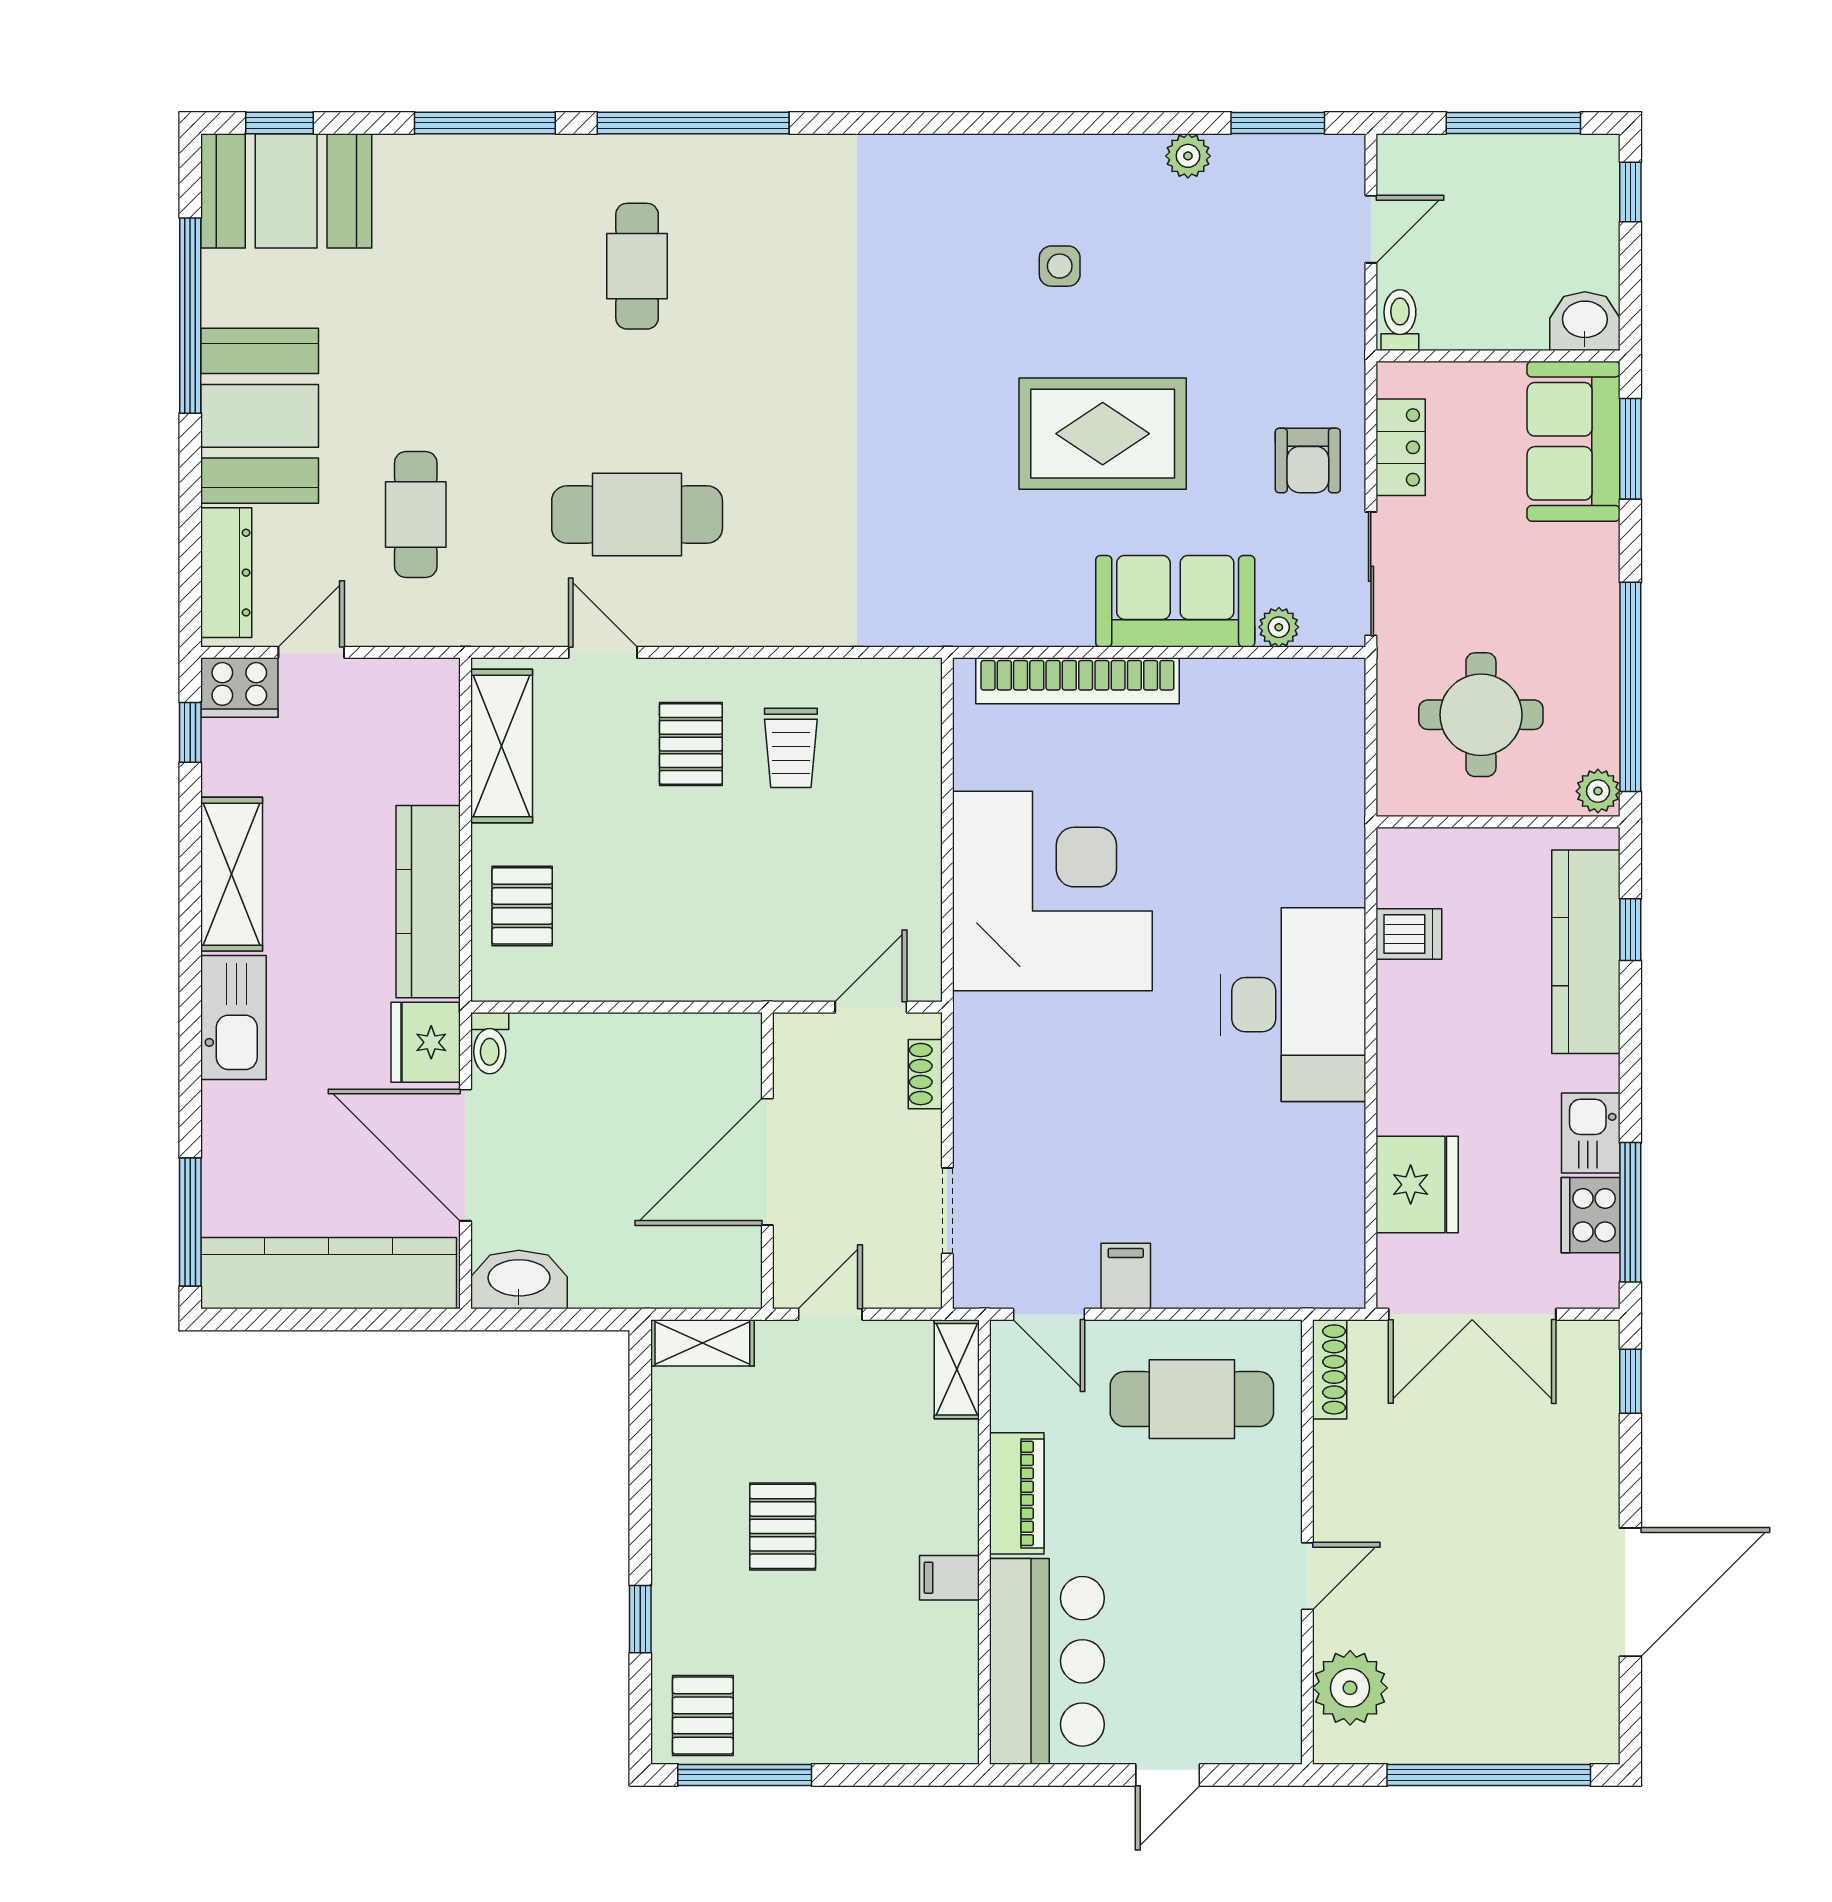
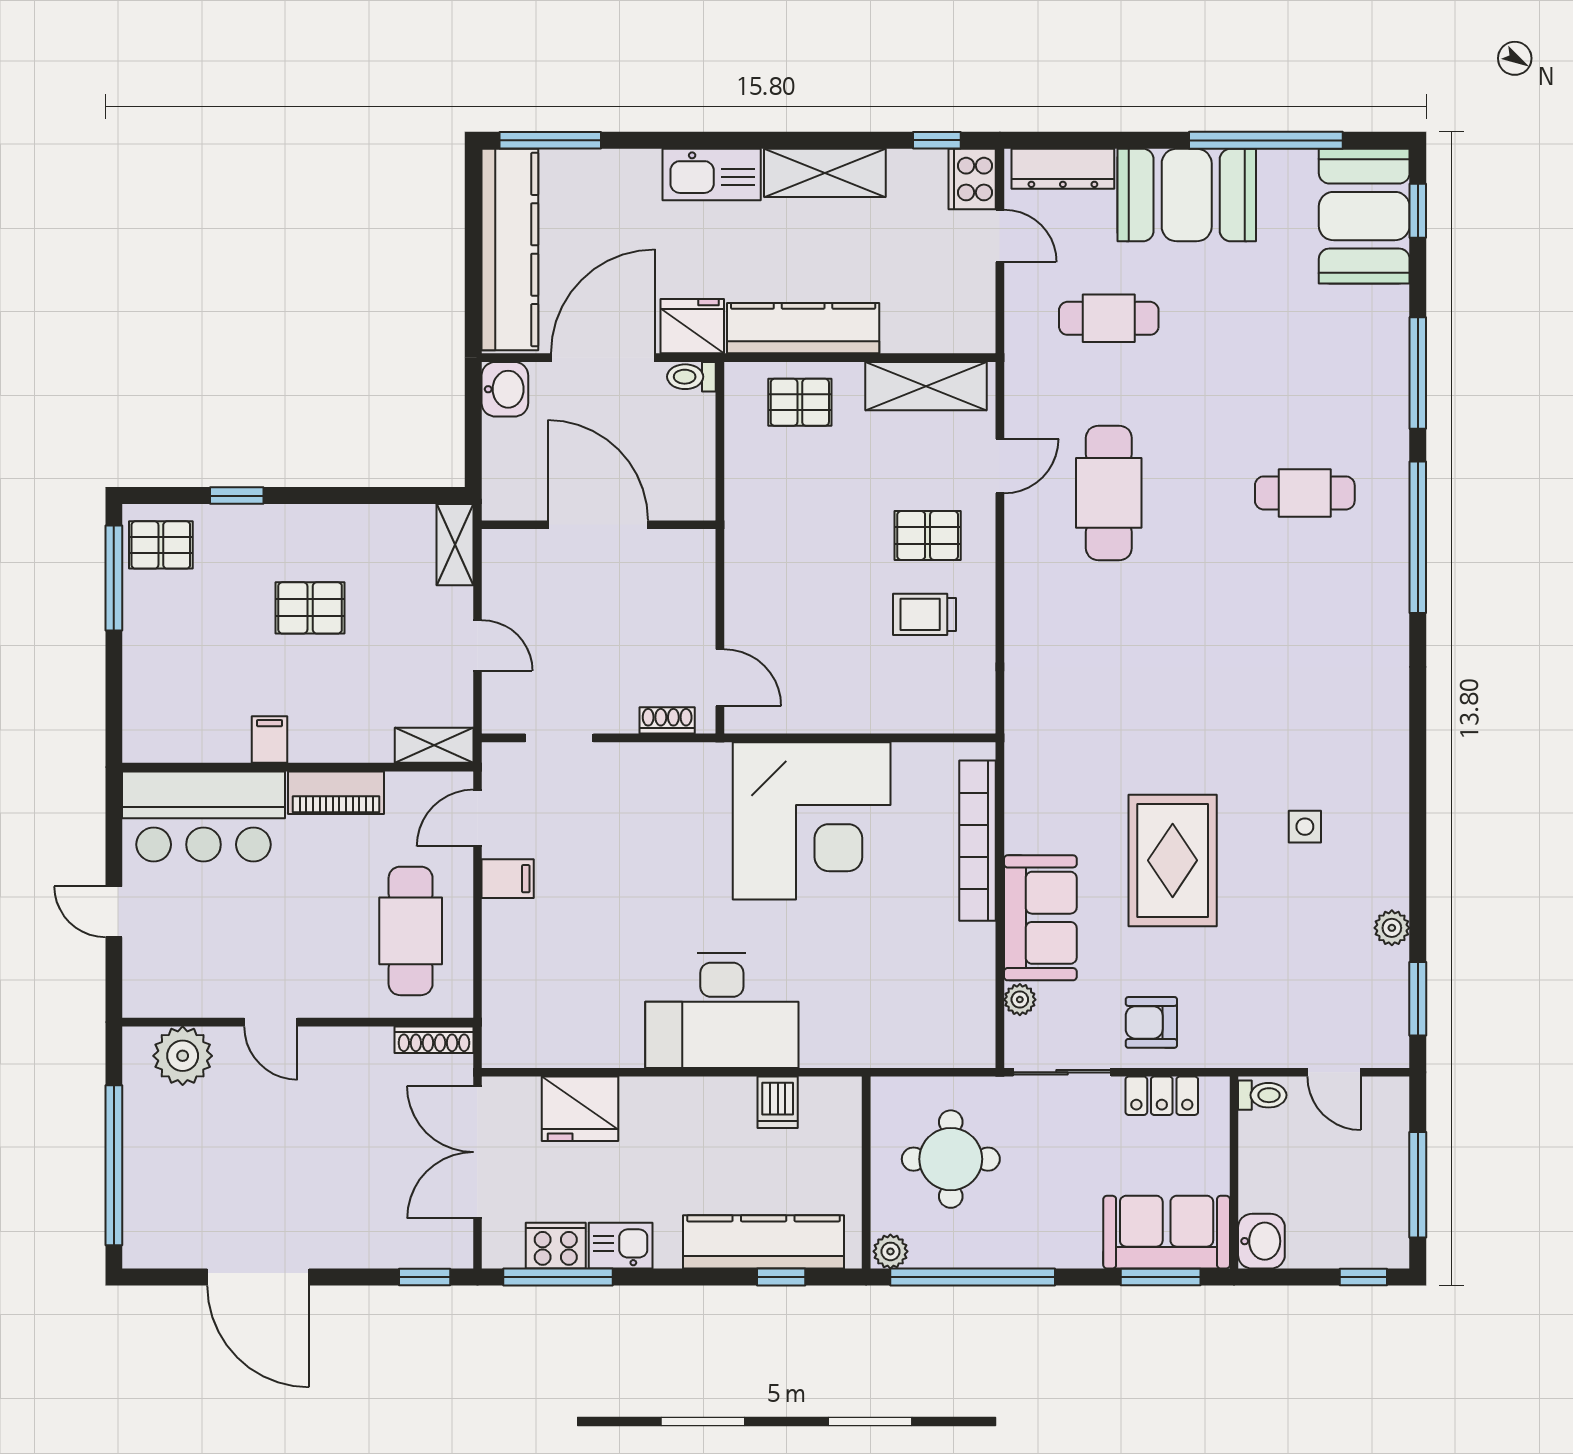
wall: (767, 1161) -> (599, 525), moved
door: (767, 1162) -> (598, 525), moved
washbasin: (519, 1280) -> (505, 389), width x0.72

